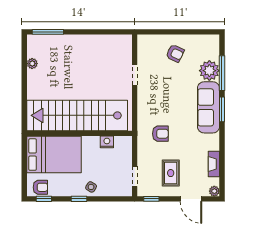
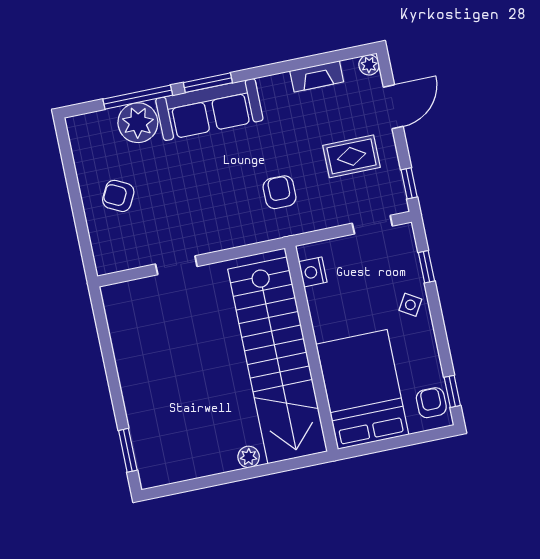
window: (48, 32) -> (128, 450), width x0.69
armchair: (175, 53) -> (118, 196), turned -89
plant: (32, 64) -> (249, 457), moved
nightstand: (107, 142) -> (313, 272), moved
window: (79, 199) -> (426, 267), moved

